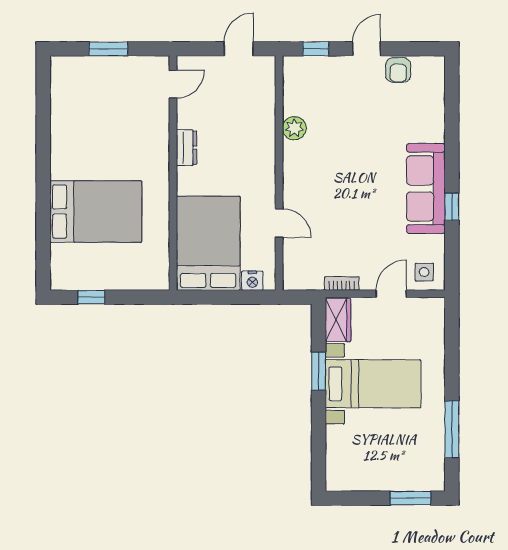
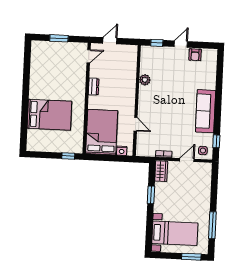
door: (239, 49) -> (110, 41), moved
window: (452, 207) -> (216, 141), moved
window: (91, 297) -> (68, 156), moved
bed with nightstands: (373, 384) -> (175, 233), moved

